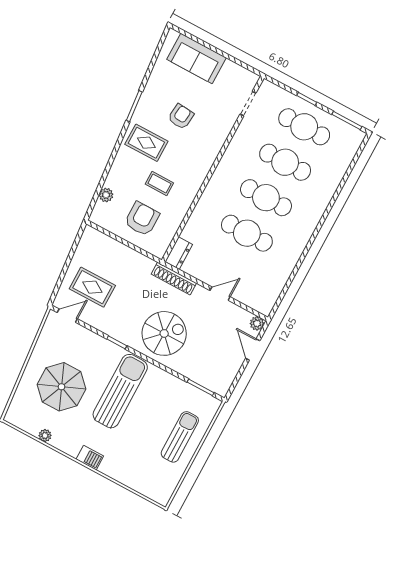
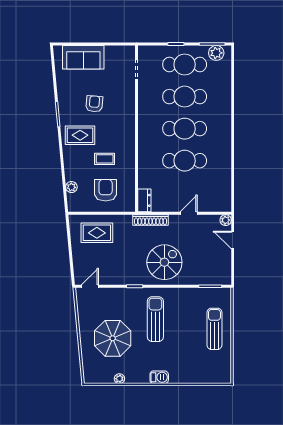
plant: (346, 133) -> (216, 53), added
rug: (92, 287) -> (97, 233), moved
sun lounger: (120, 391) -> (155, 319), width x0.73, depth x0.75

